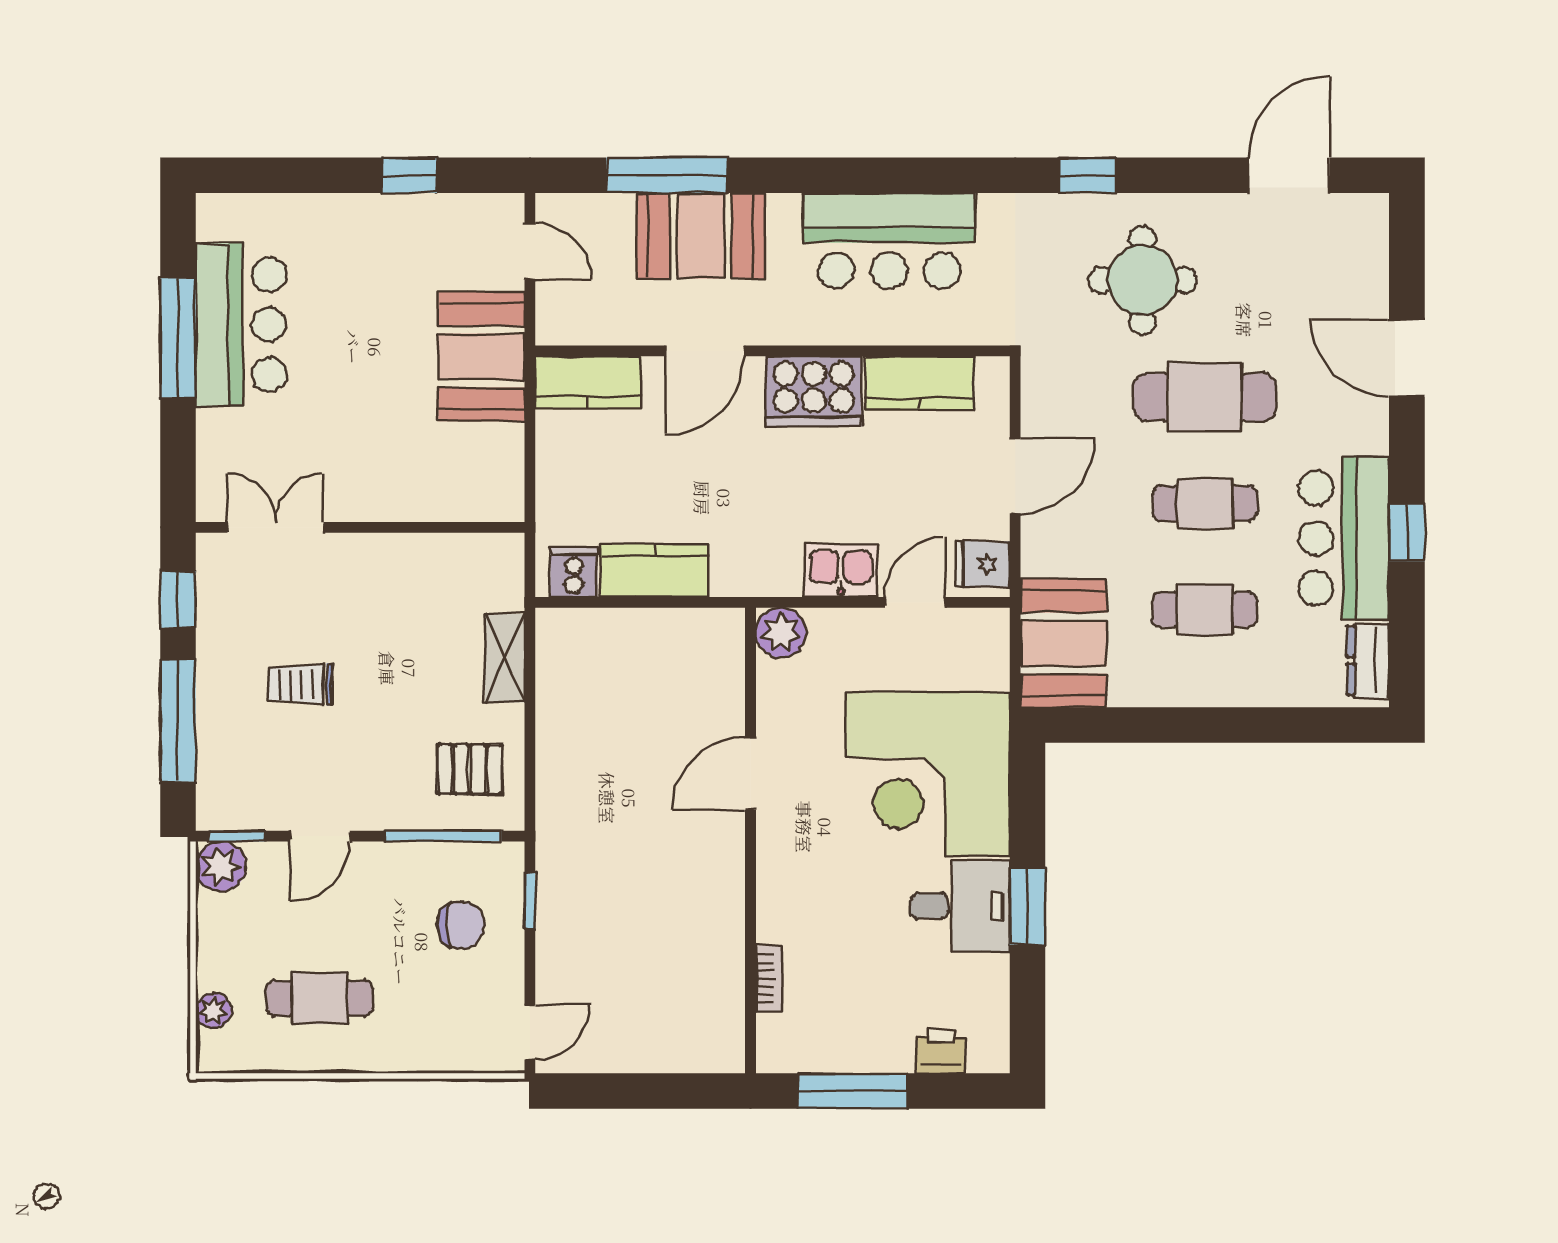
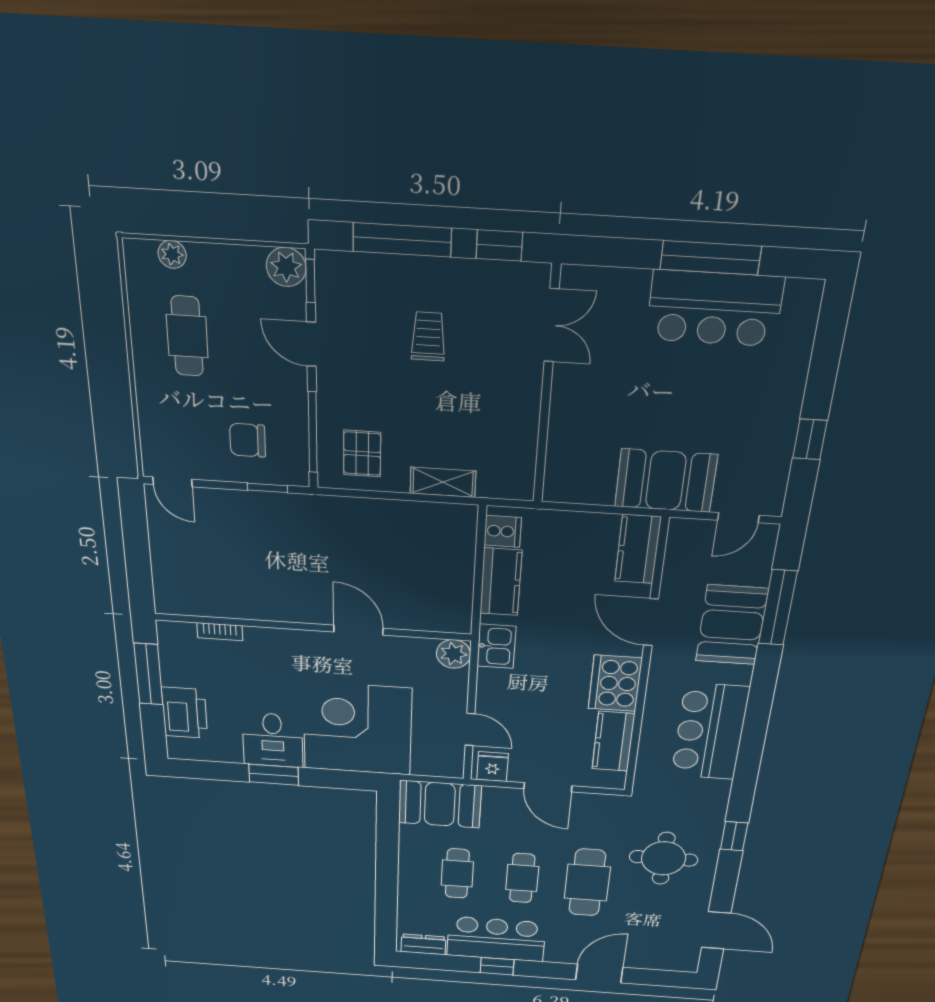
kitchen sink: (841, 570) -> (496, 646), moved
chair: (461, 925) -> (248, 440), turned 90
printer: (941, 1051) -> (185, 713), width x1.87, depth x1.48

